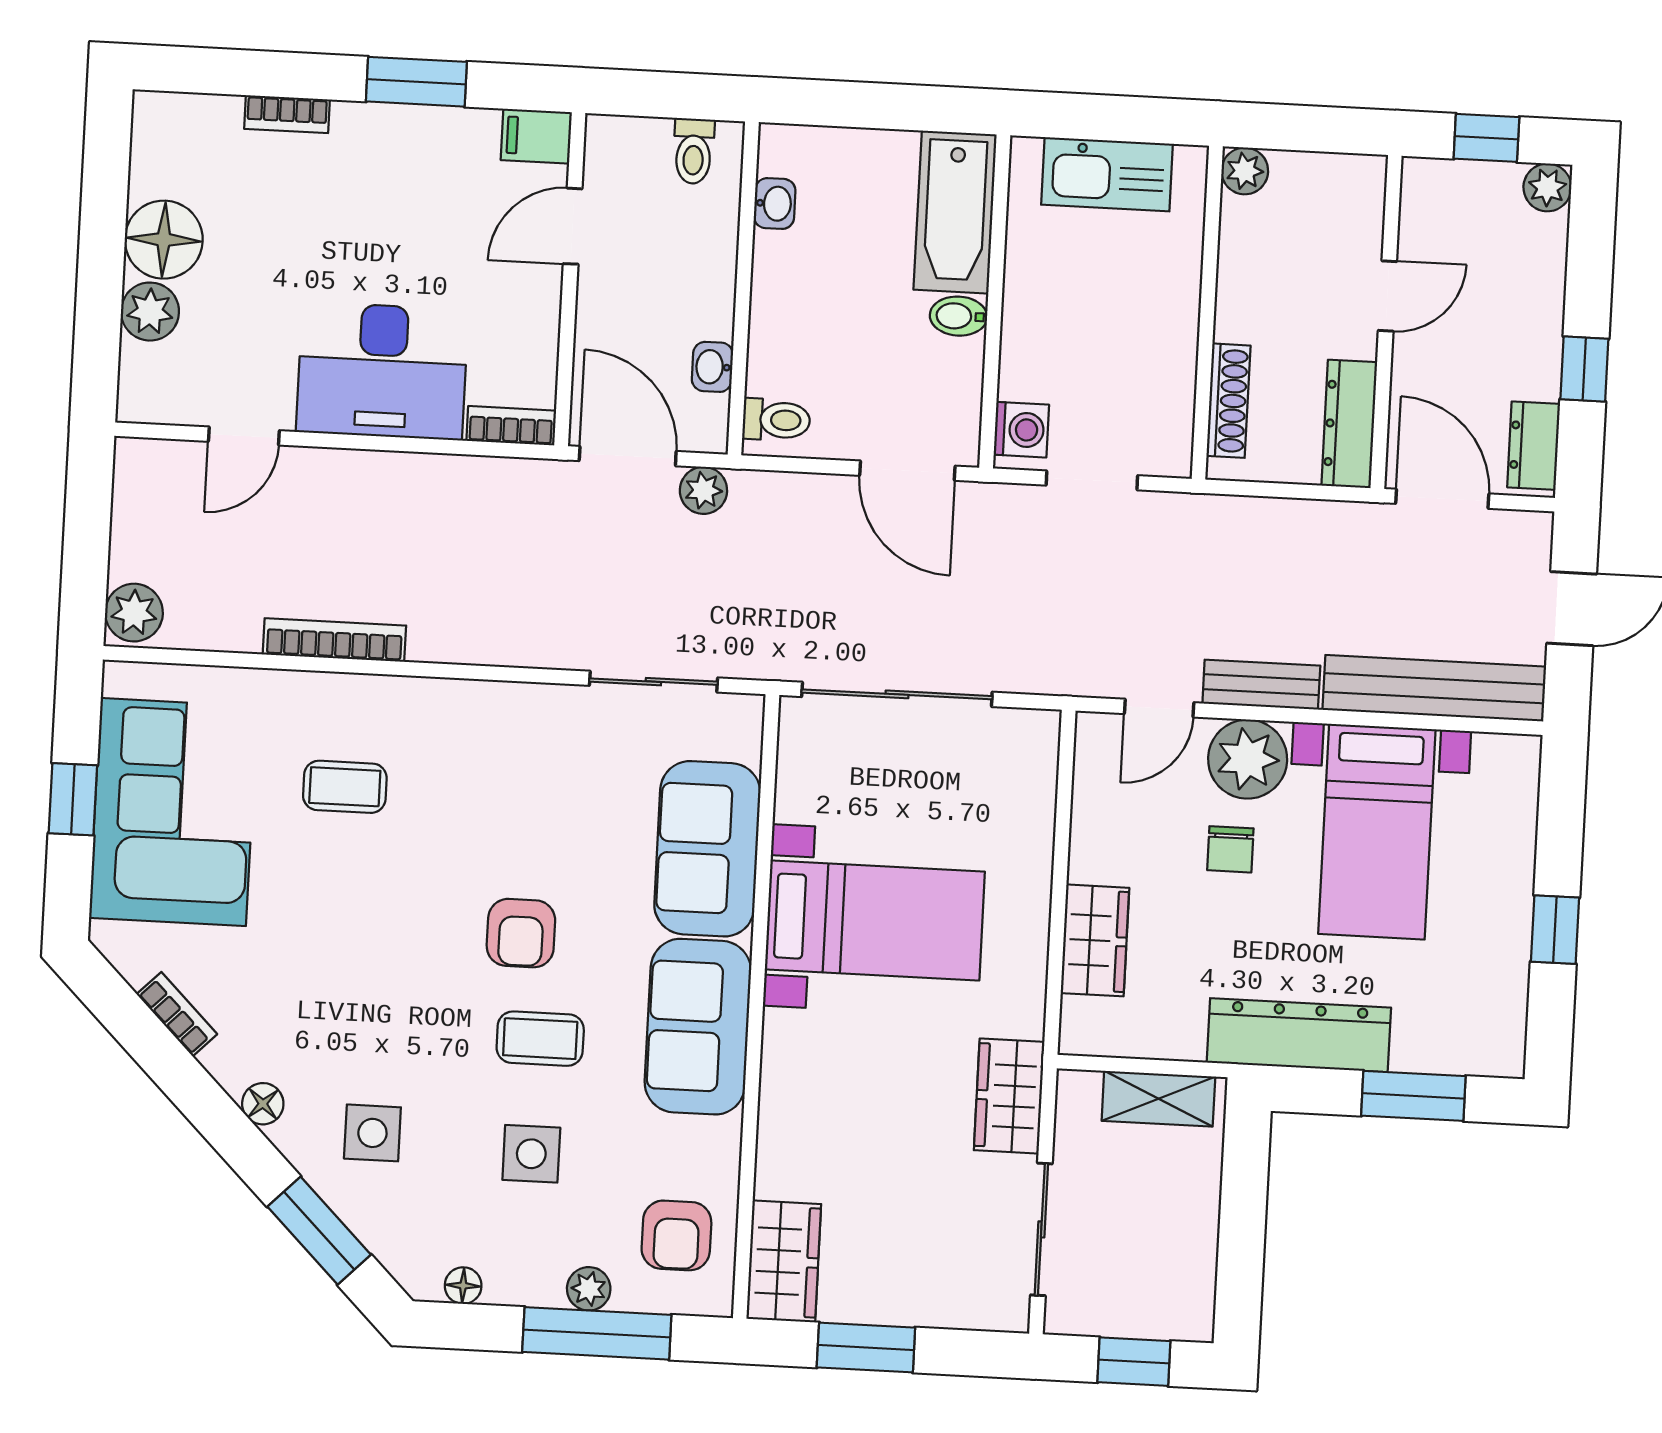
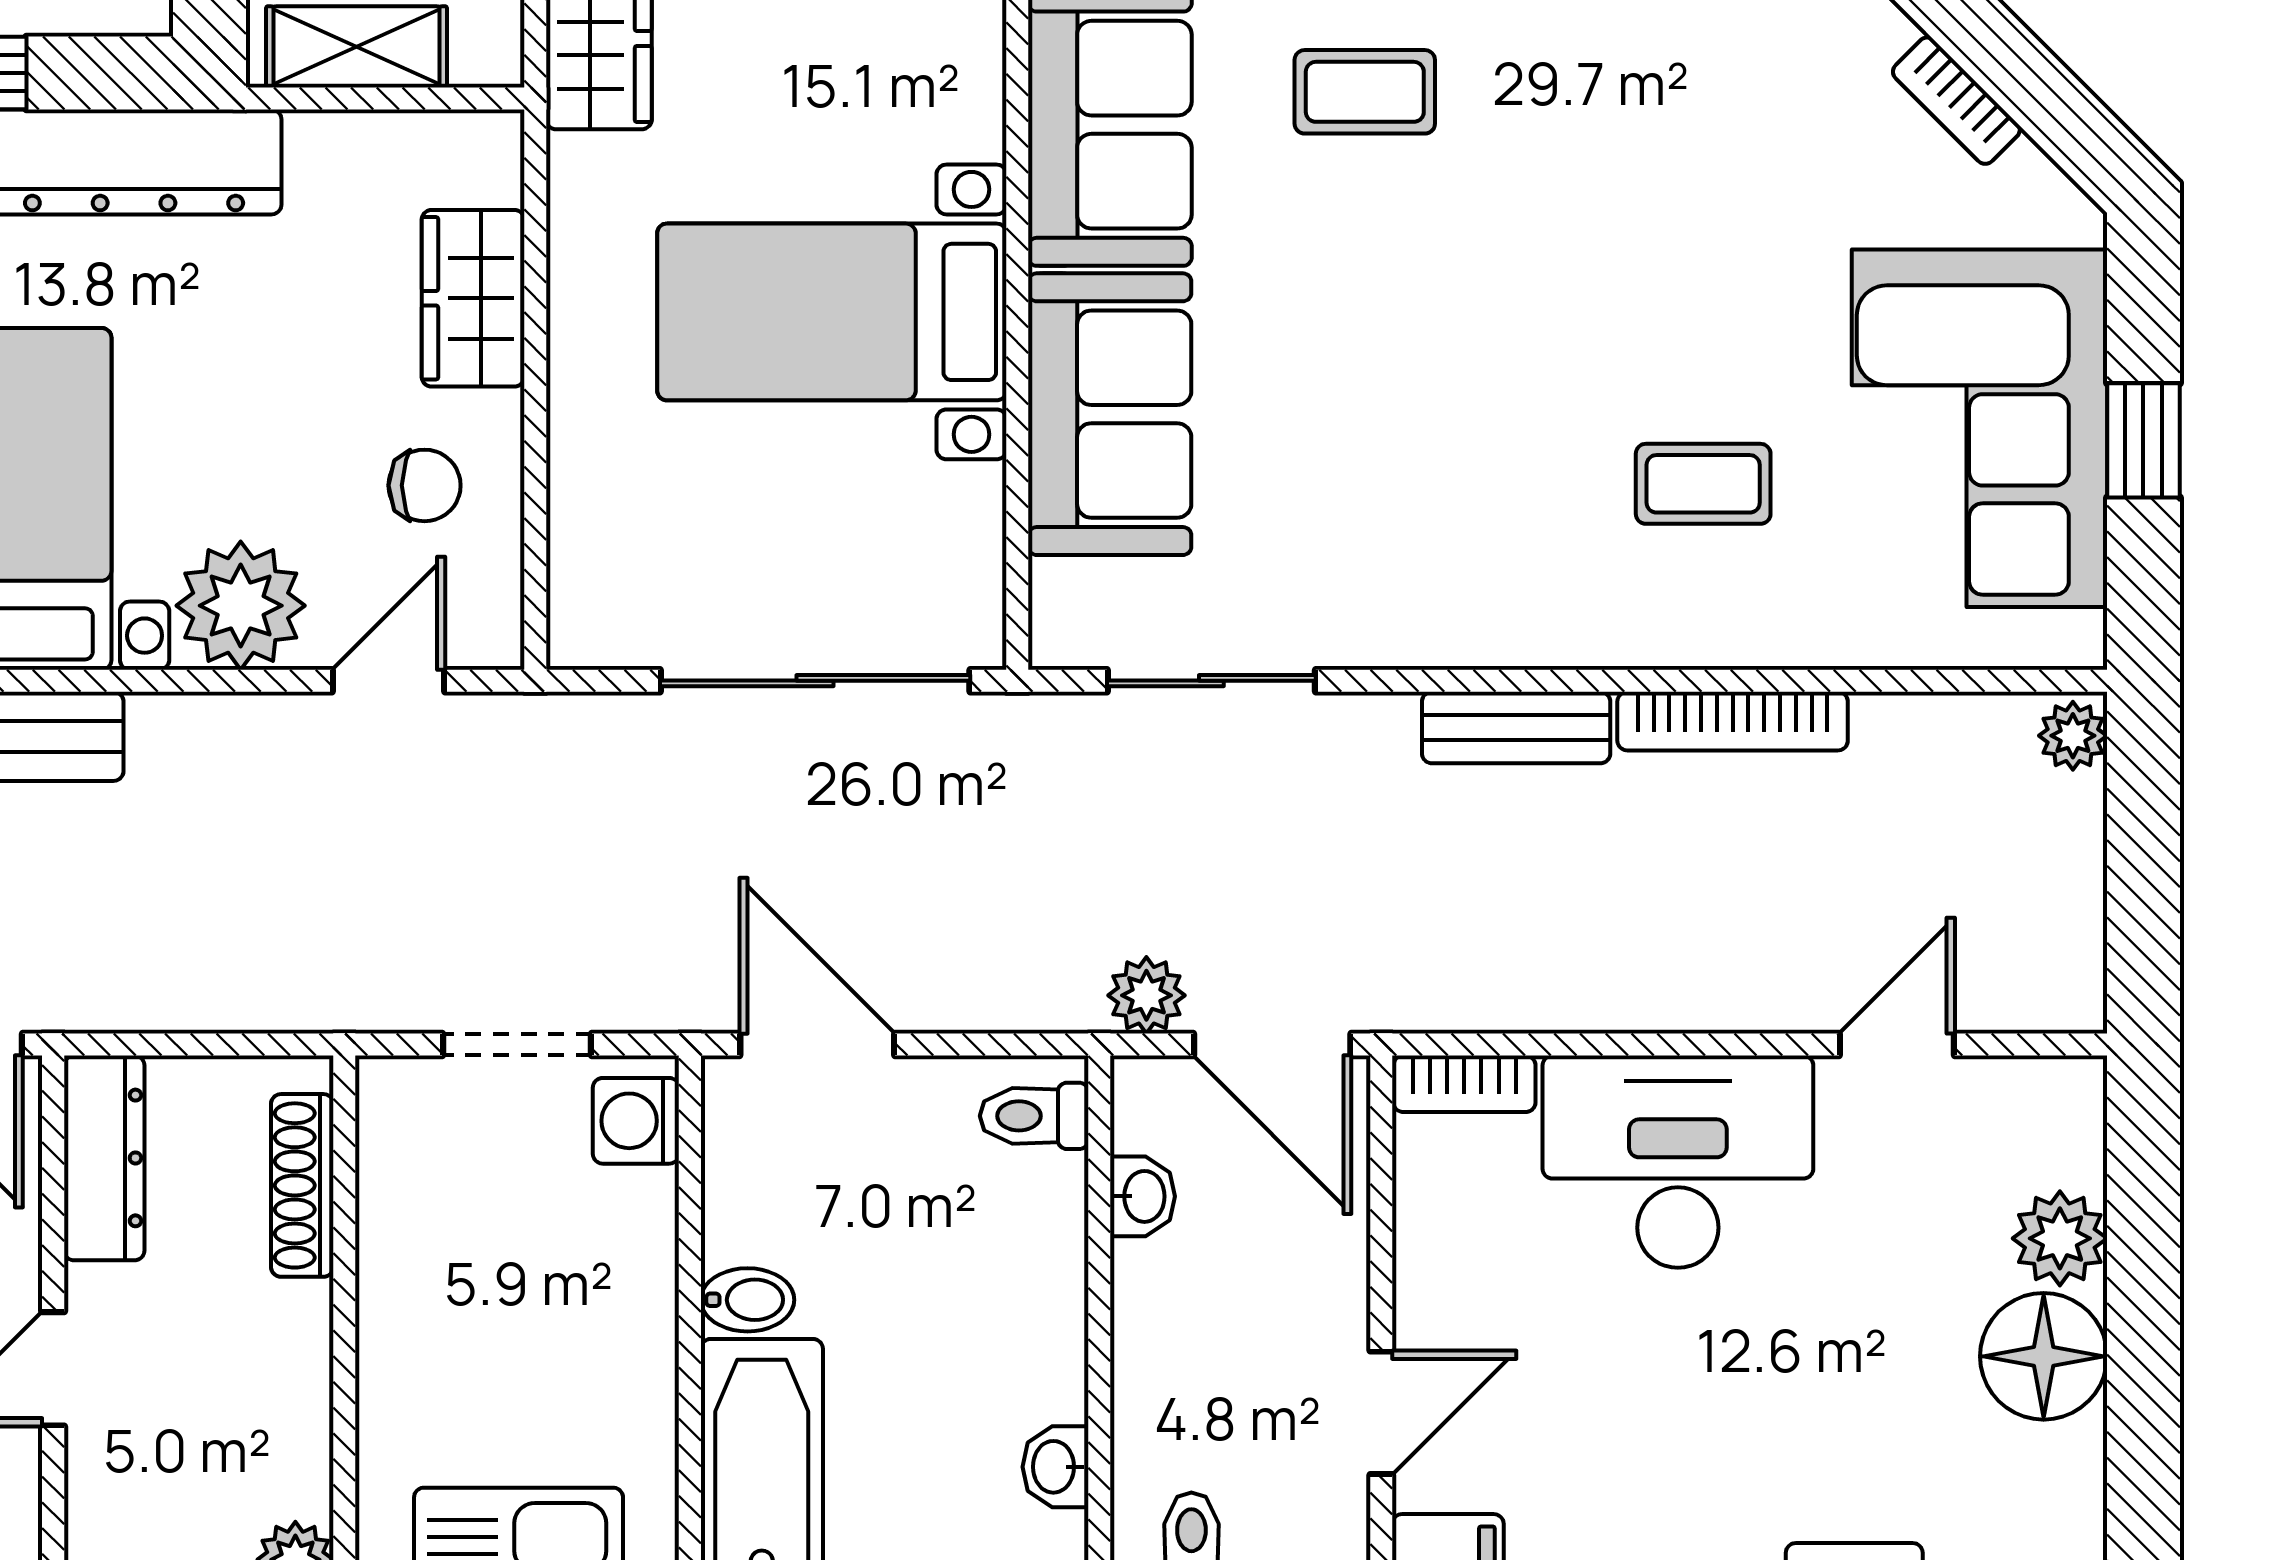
plant: (134, 613) -> (2073, 736), width x0.73, depth x0.73
bench: (1261, 685) -> (1516, 728), moved
chair: (1230, 849) -> (425, 485), moved, turned 90
armchair: (521, 933) -> (1405, 261), removed

